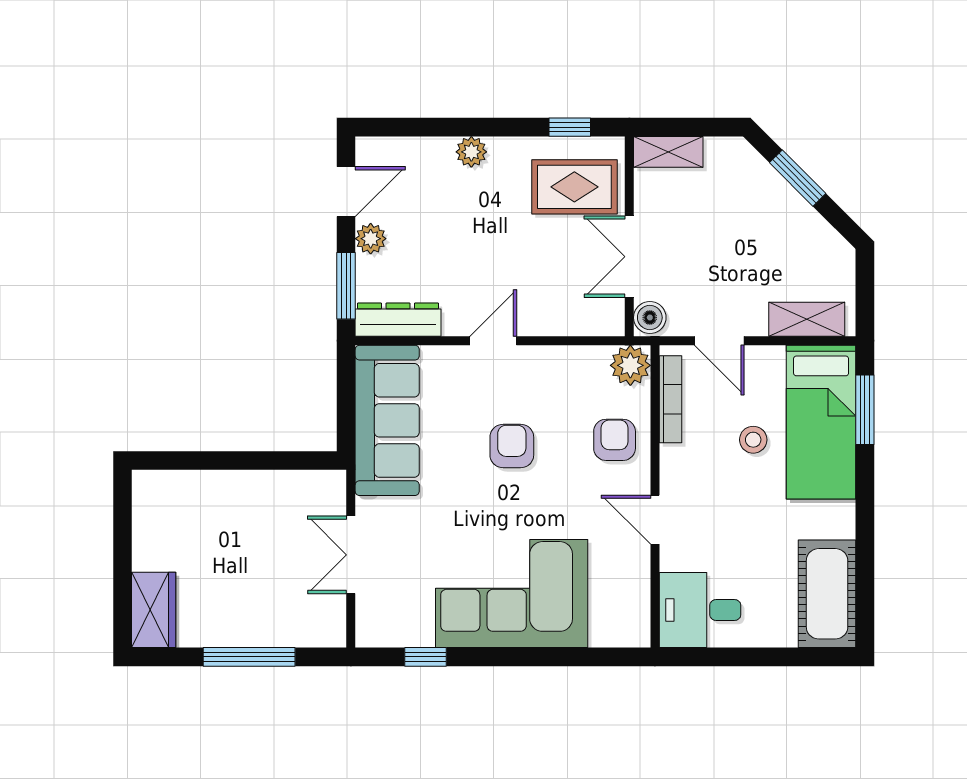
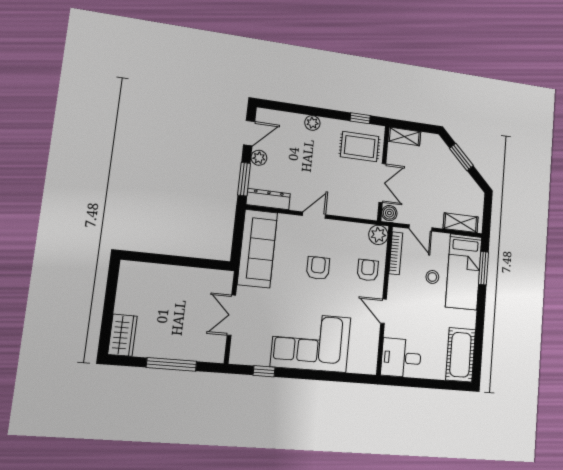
double door: (629, 257) -> (382, 183), swing flipped

